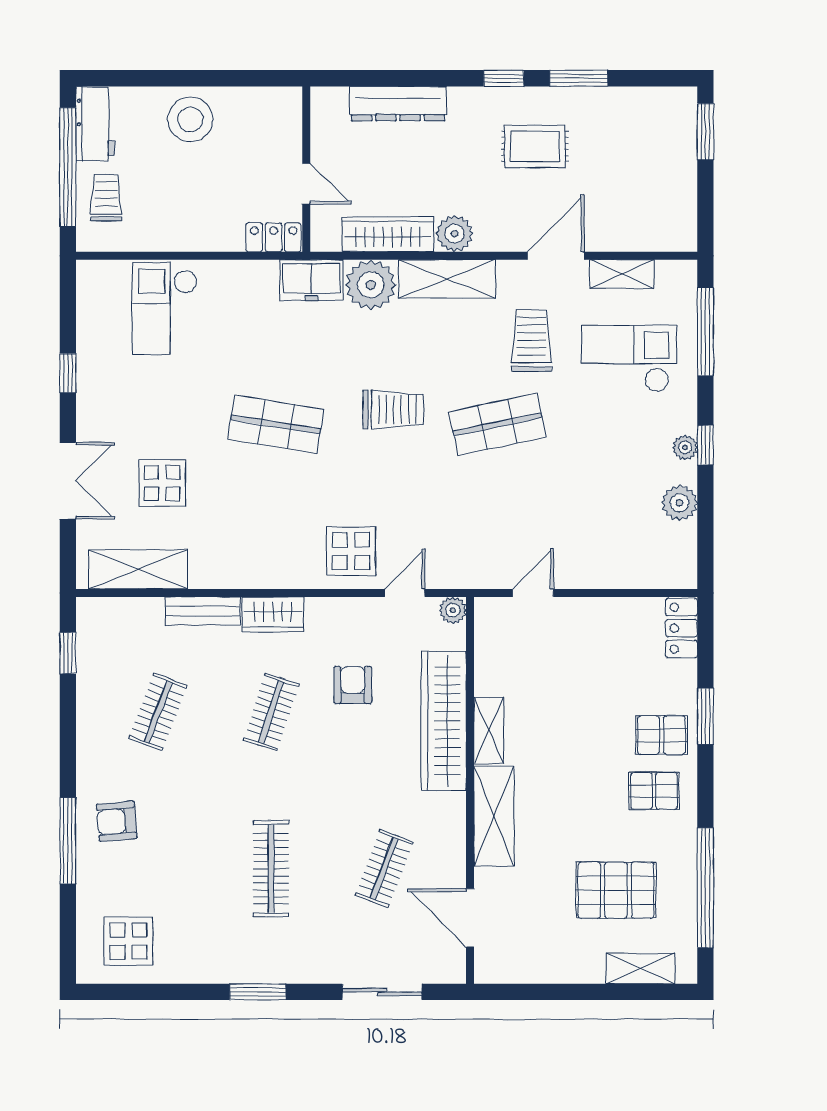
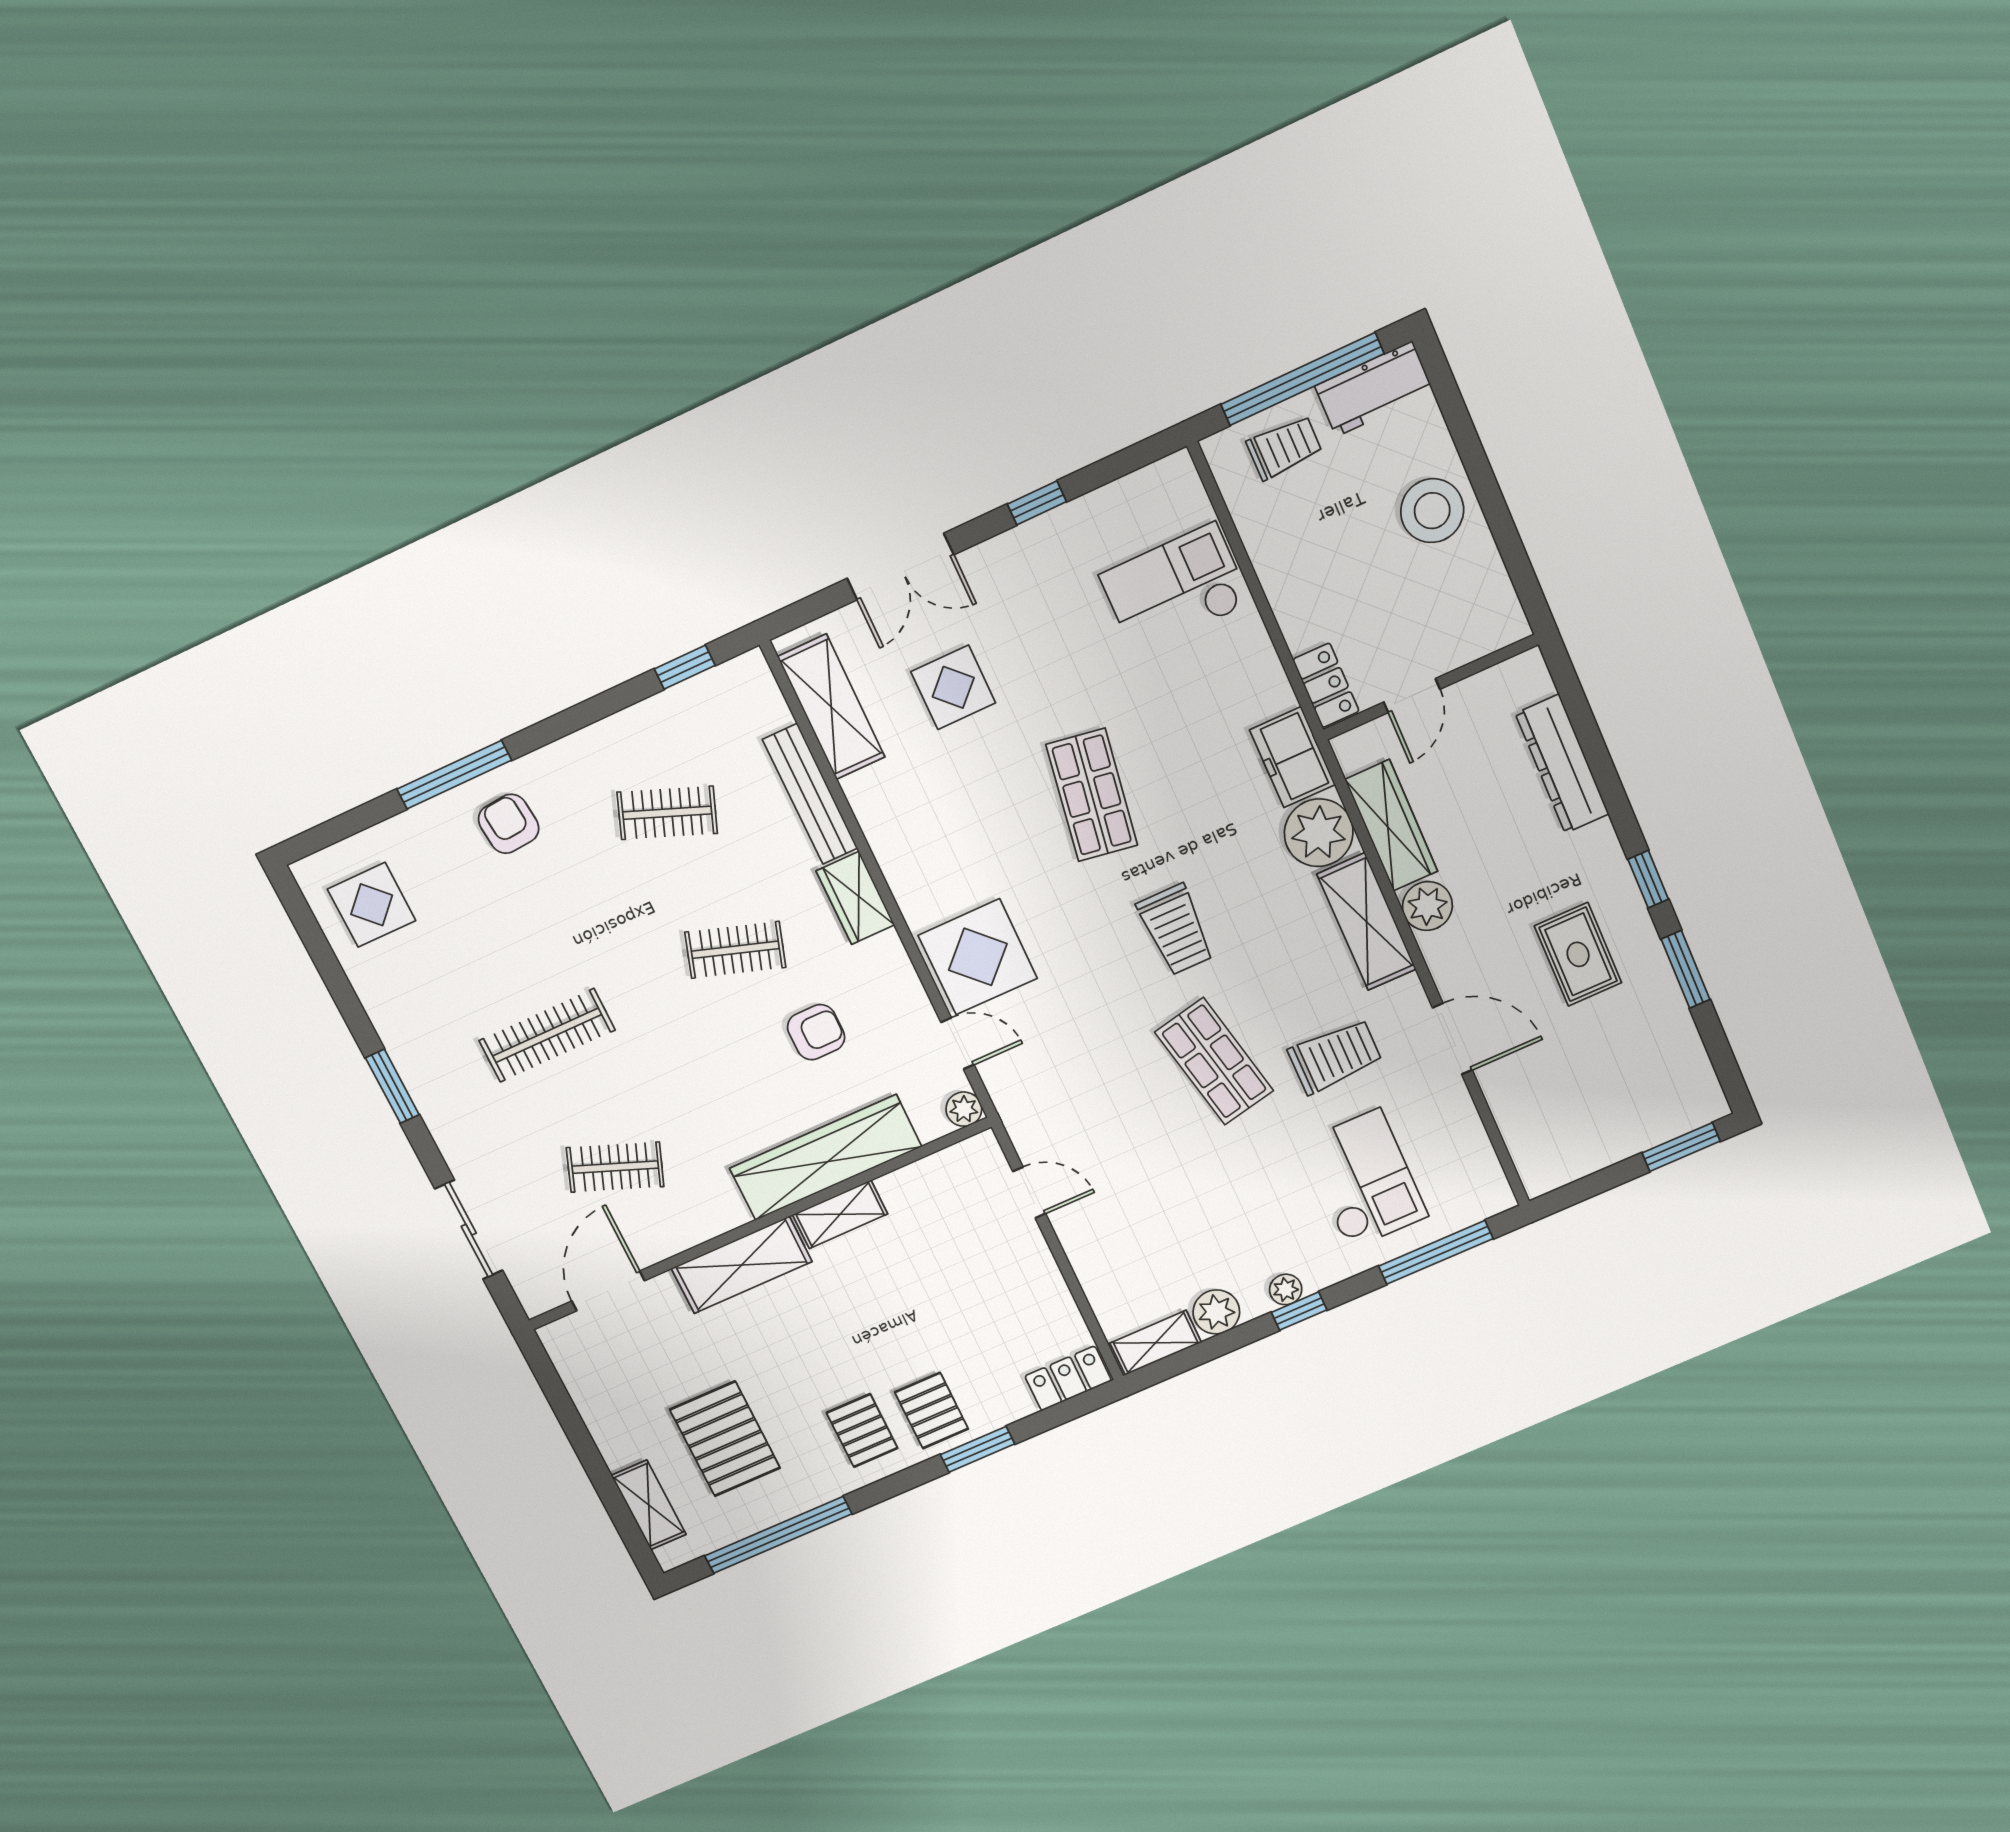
shelving: (622, 274) -> (1156, 1343), moved, turned 90
display table: (351, 551) -> (978, 957), width x1.36, depth x1.36
bench: (203, 611) -> (810, 794), width x1.36

